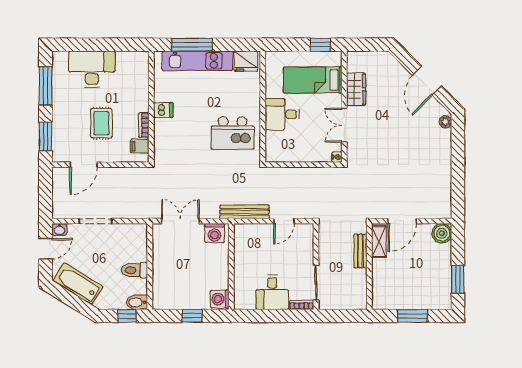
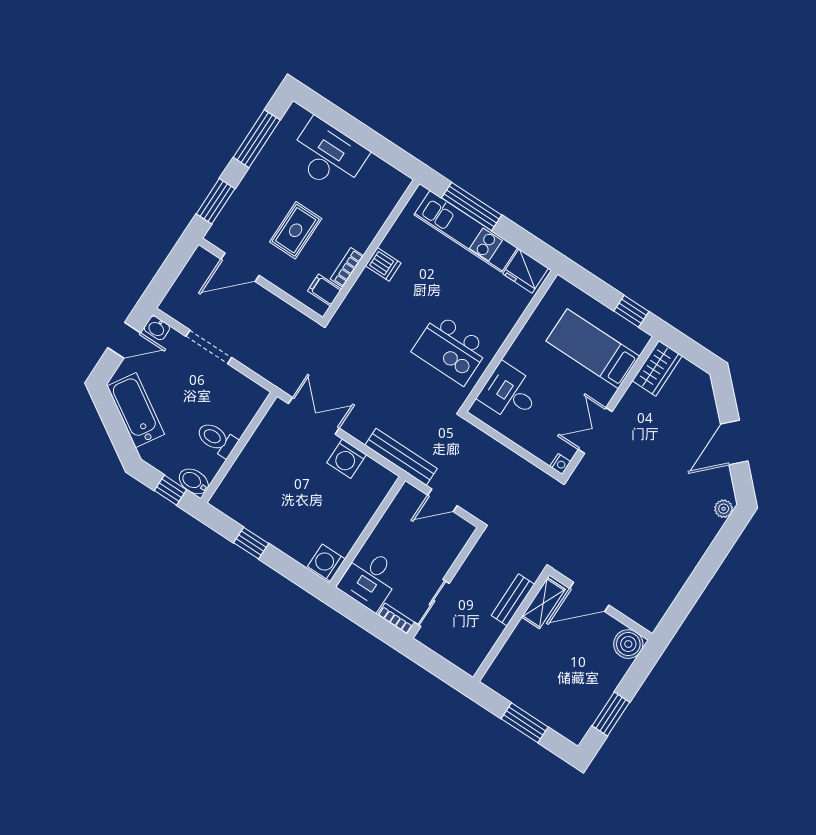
wardrobe: (356, 89) -> (657, 368), moved
desk: (282, 114) -> (510, 393), moved
wall: (231, 267) -> (367, 532), moved
washing machine: (220, 299) -> (326, 563), moved

